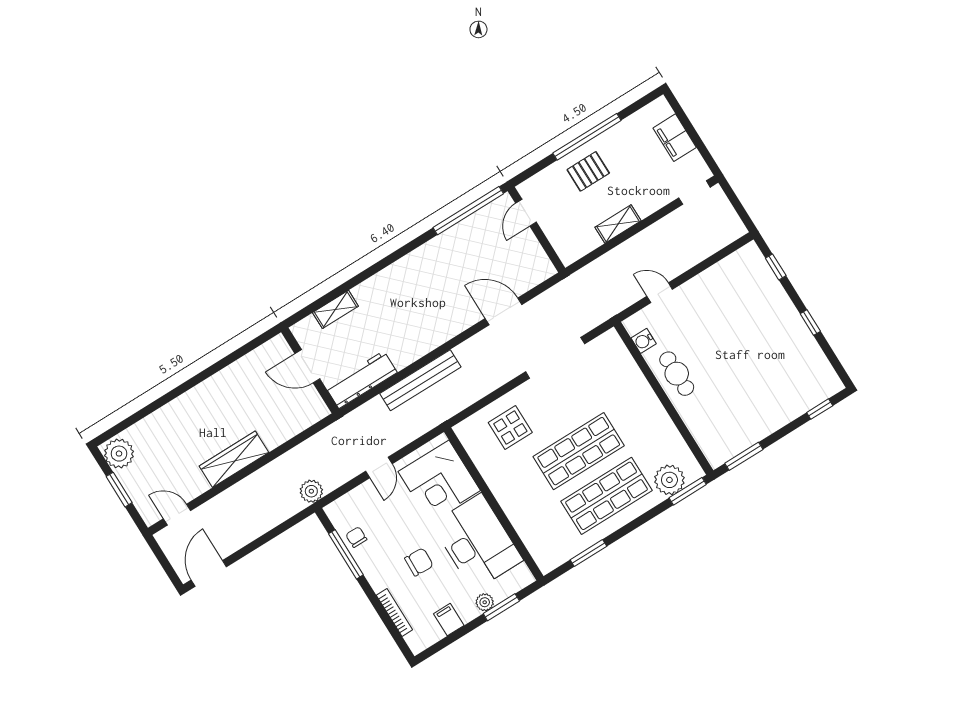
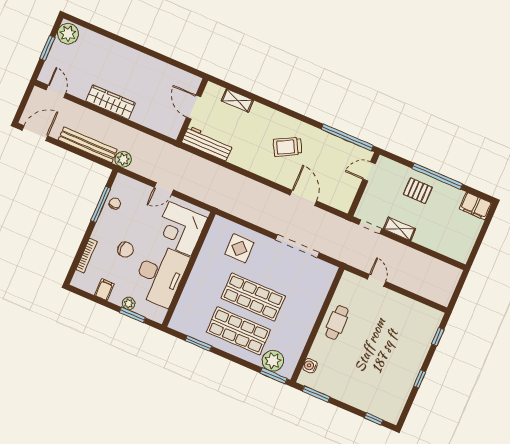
filing cabinet: (675, 138) -> (476, 206), moved, turned -90
doorway: (694, 193) -> (370, 227), moved
trolley: (431, 288) -> (288, 147), added
water cooler: (644, 341) -> (310, 366), moved
bench: (420, 380) -> (88, 145), moved

